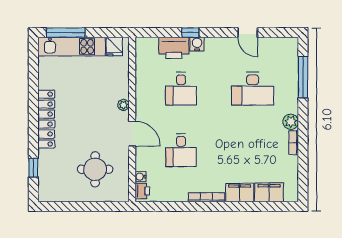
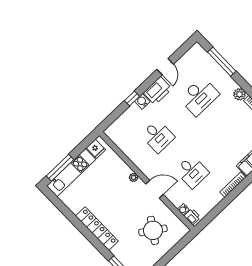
door: (248, 33) -> (165, 67), hinge flipped
printer: (174, 48) -> (158, 91), moved
round table: (95, 169) -> (153, 230), turned 34

